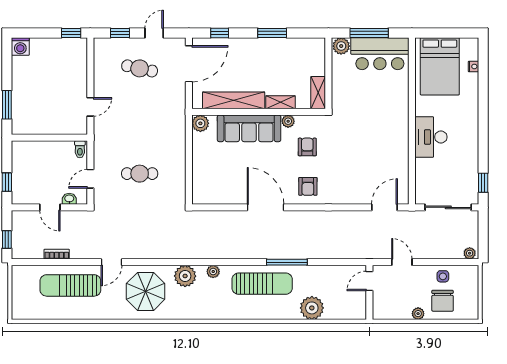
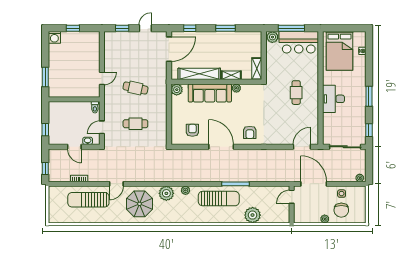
window: (71, 33) -> (73, 28), moved
cafe table: (140, 68) -> (135, 88), moved
cafe table: (376, 128) -> (296, 93), added
window: (483, 133) -> (369, 96), added
armchair: (307, 147) -> (192, 130), moved
door: (402, 262) -> (314, 184), width x1.87

